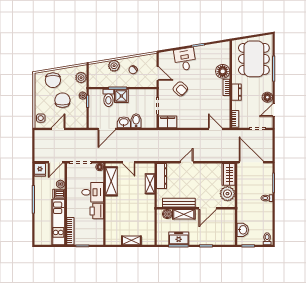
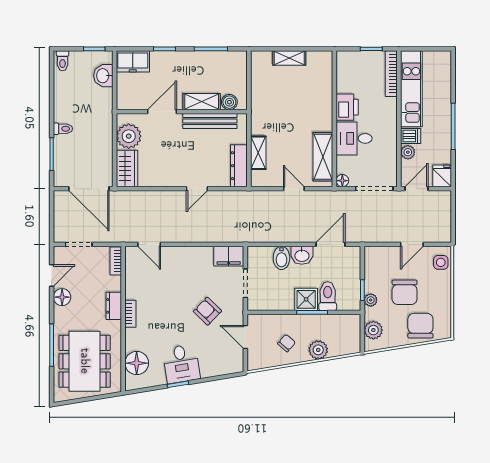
desk: (185, 59) -> (181, 364), moved
floor lamp: (223, 71) -> (137, 363), moved
freezer: (179, 238) -> (133, 61), moved

